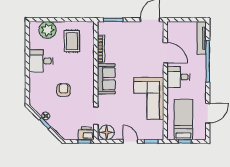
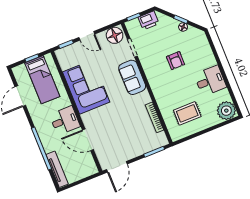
plant: (48, 30) -> (226, 111), moved
rug: (72, 41) -> (187, 113), turned 90
sofa: (106, 79) -> (132, 77), moved
printer: (86, 133) -> (149, 20), moved

